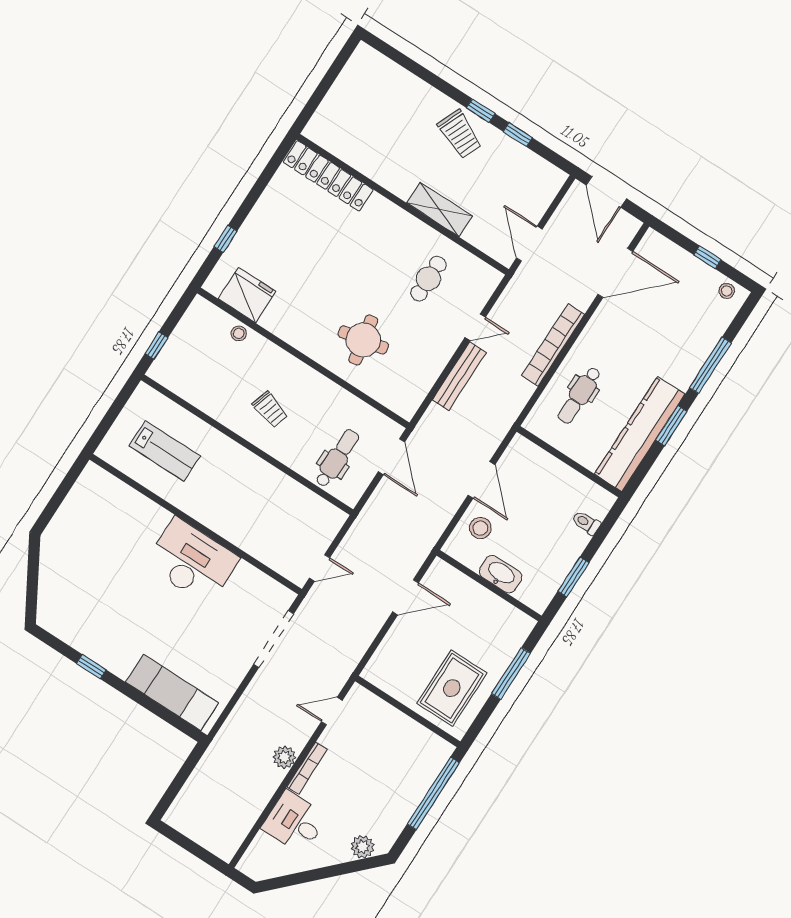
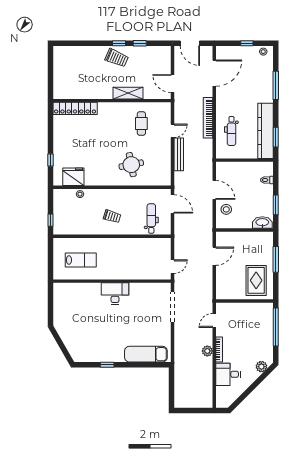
window: (671, 426) -> (276, 137), moved
desk: (192, 561) -> (115, 294), width x0.73, depth x0.77
washbasin: (500, 574) -> (262, 223), moved

